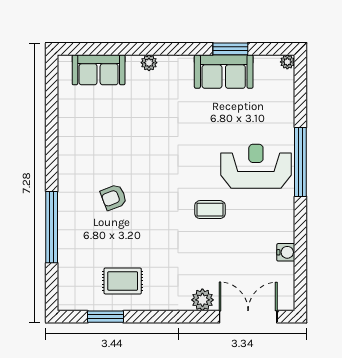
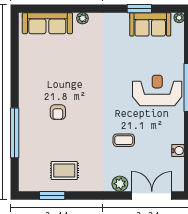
sofa: (99, 70) -> (47, 23), width x1.36
sofa: (224, 71) -> (150, 24), moved
armchair: (114, 197) -> (58, 112), turned -69
coffee table: (210, 210) -> (124, 140), moved

